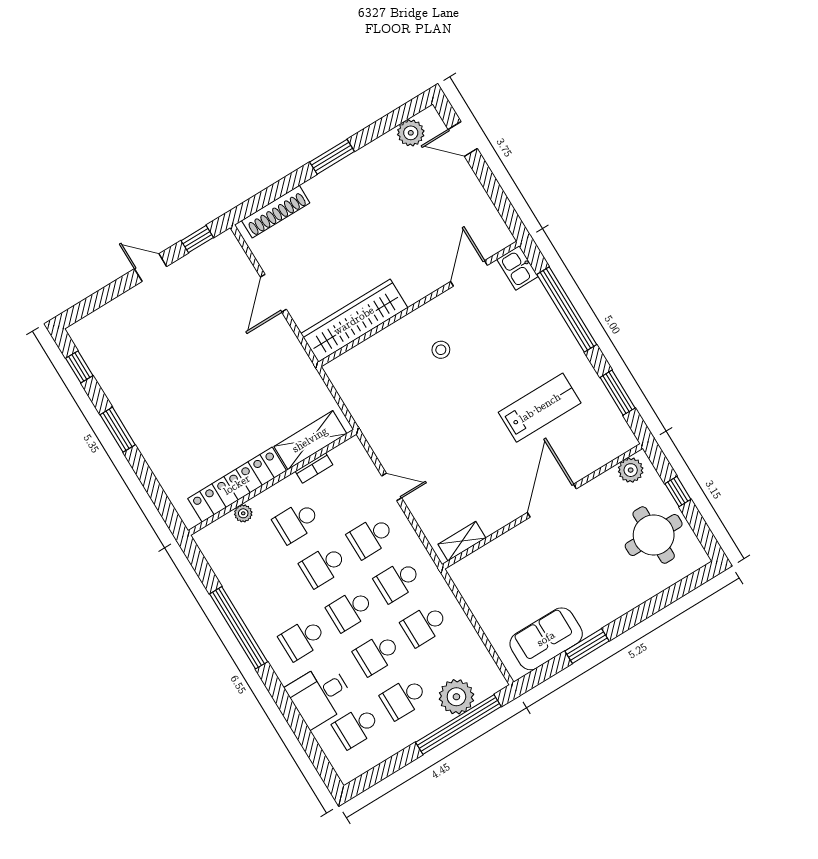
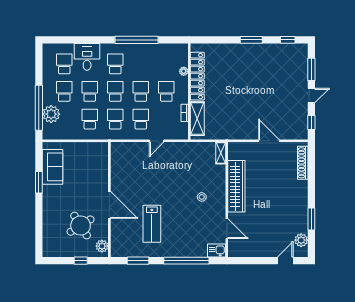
window: (332, 157) -> (311, 219), moved
window: (105, 295) -> (311, 69), added
wardrobe: (354, 321) -> (236, 186), moved
round table: (654, 535) -> (81, 226), moved, turned -32
shelving: (462, 541) -> (221, 153), moved

